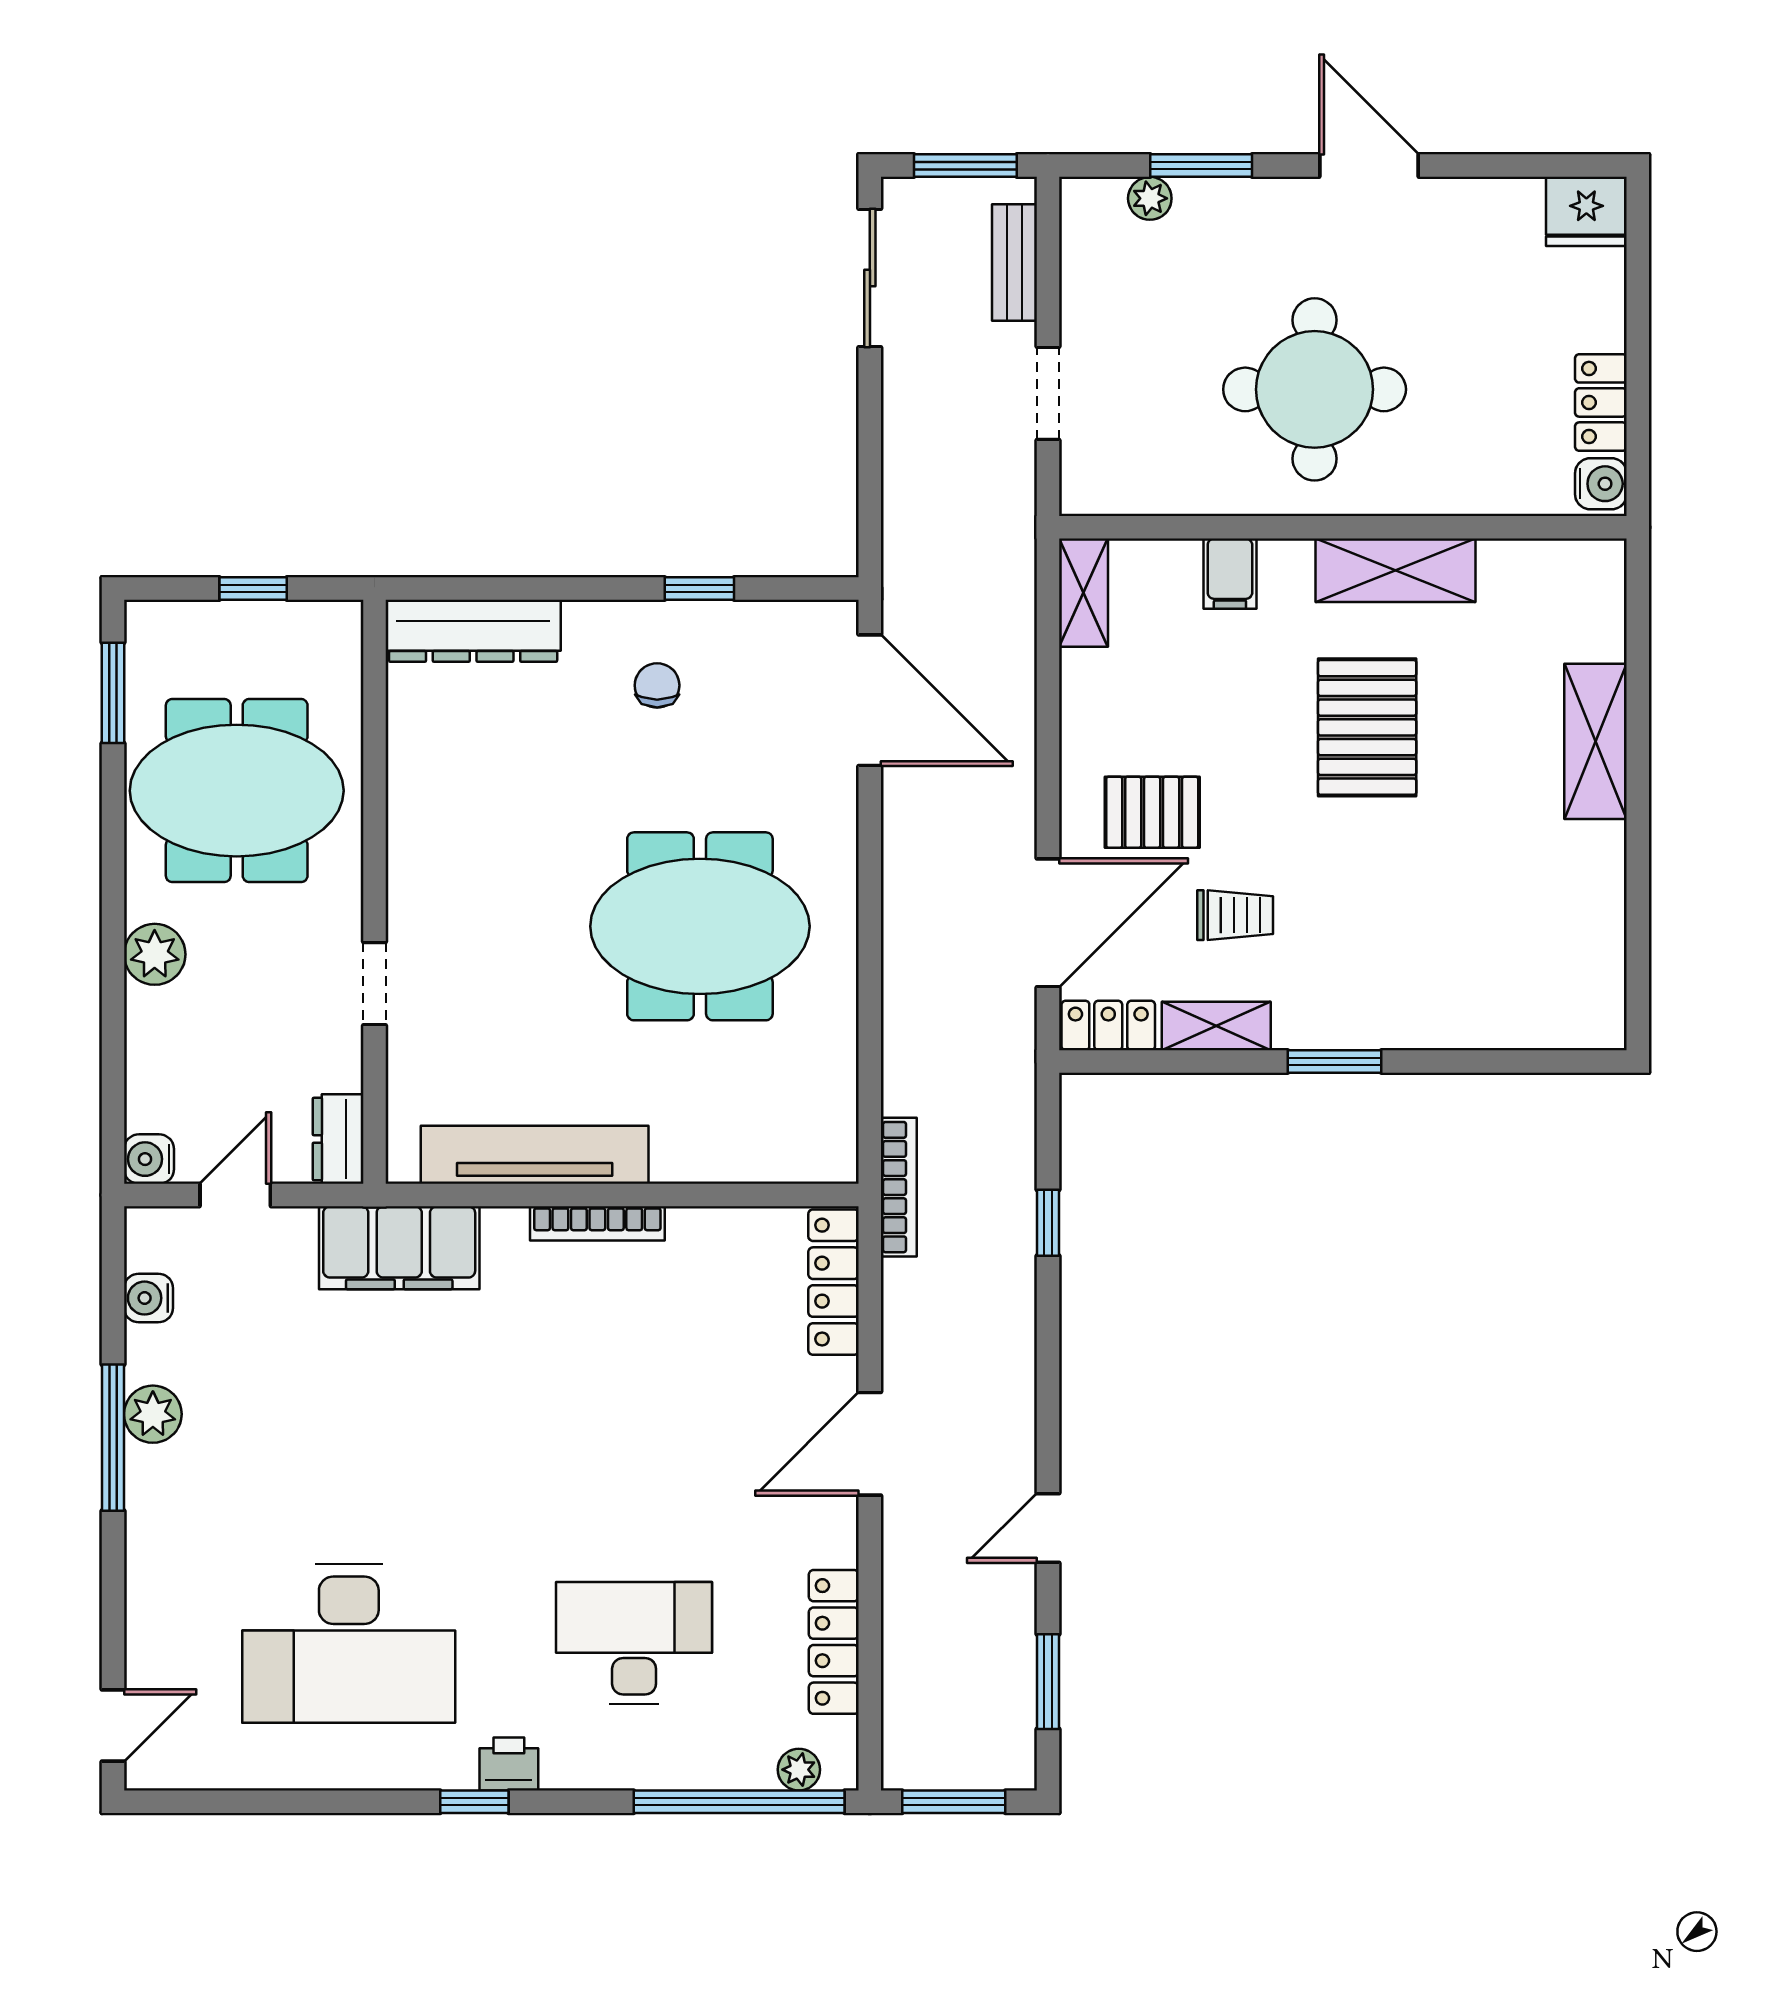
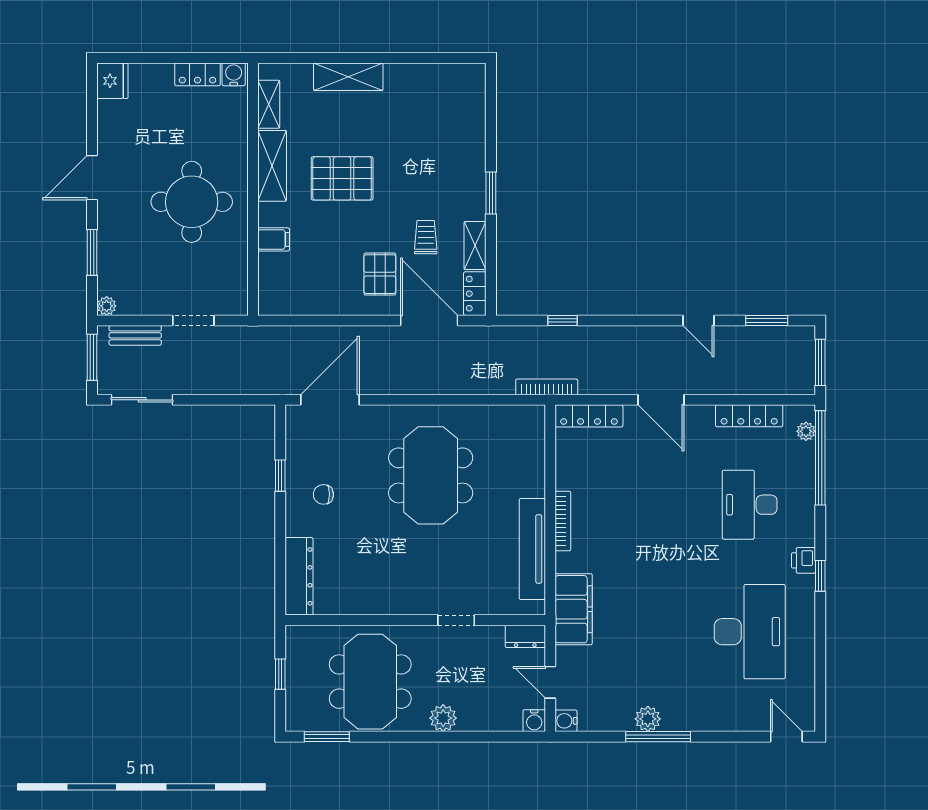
plant: (1150, 198) -> (107, 306), moved
shelving: (1083, 593) -> (269, 104), moved, turned 90
water cooler: (148, 1298) -> (566, 721), moved, turned 90

